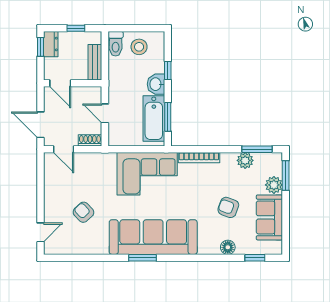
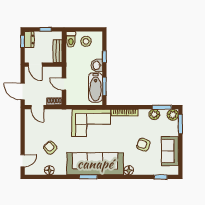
plant: (274, 185) -> (173, 115), moved
floor lamp: (82, 247) -> (49, 170), added
floor lamp: (228, 247) -> (129, 170), moved

